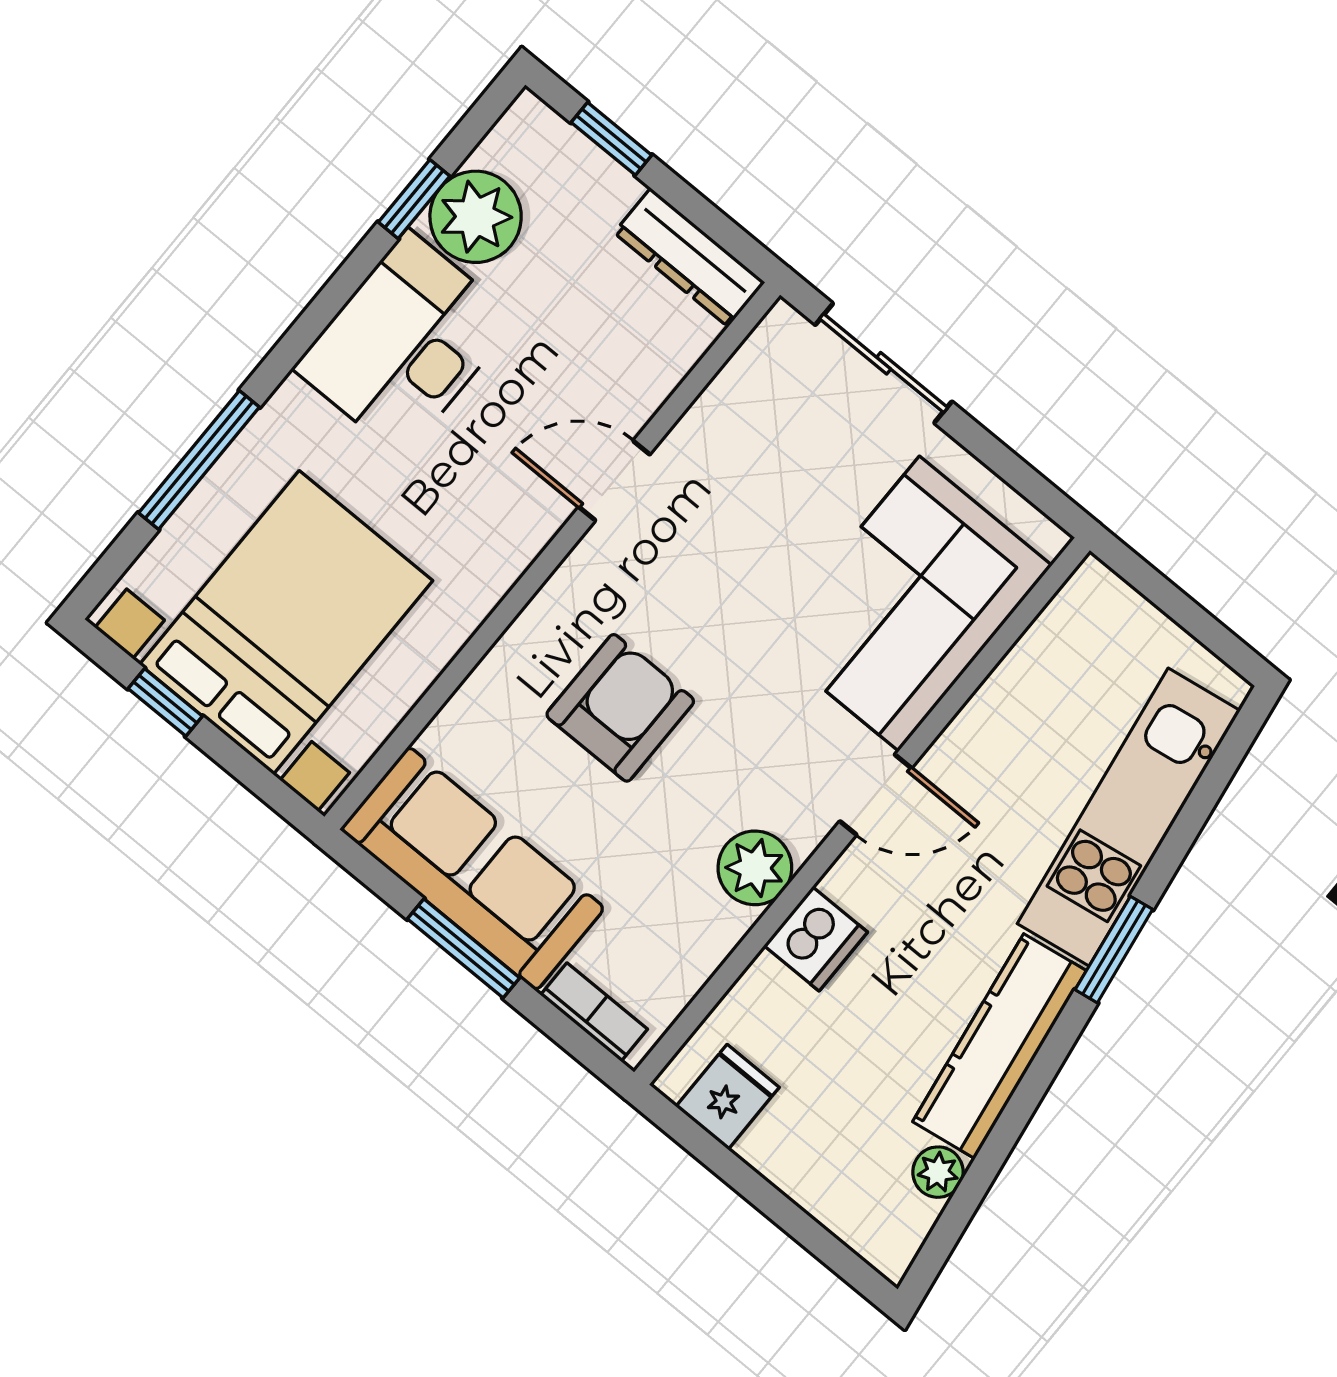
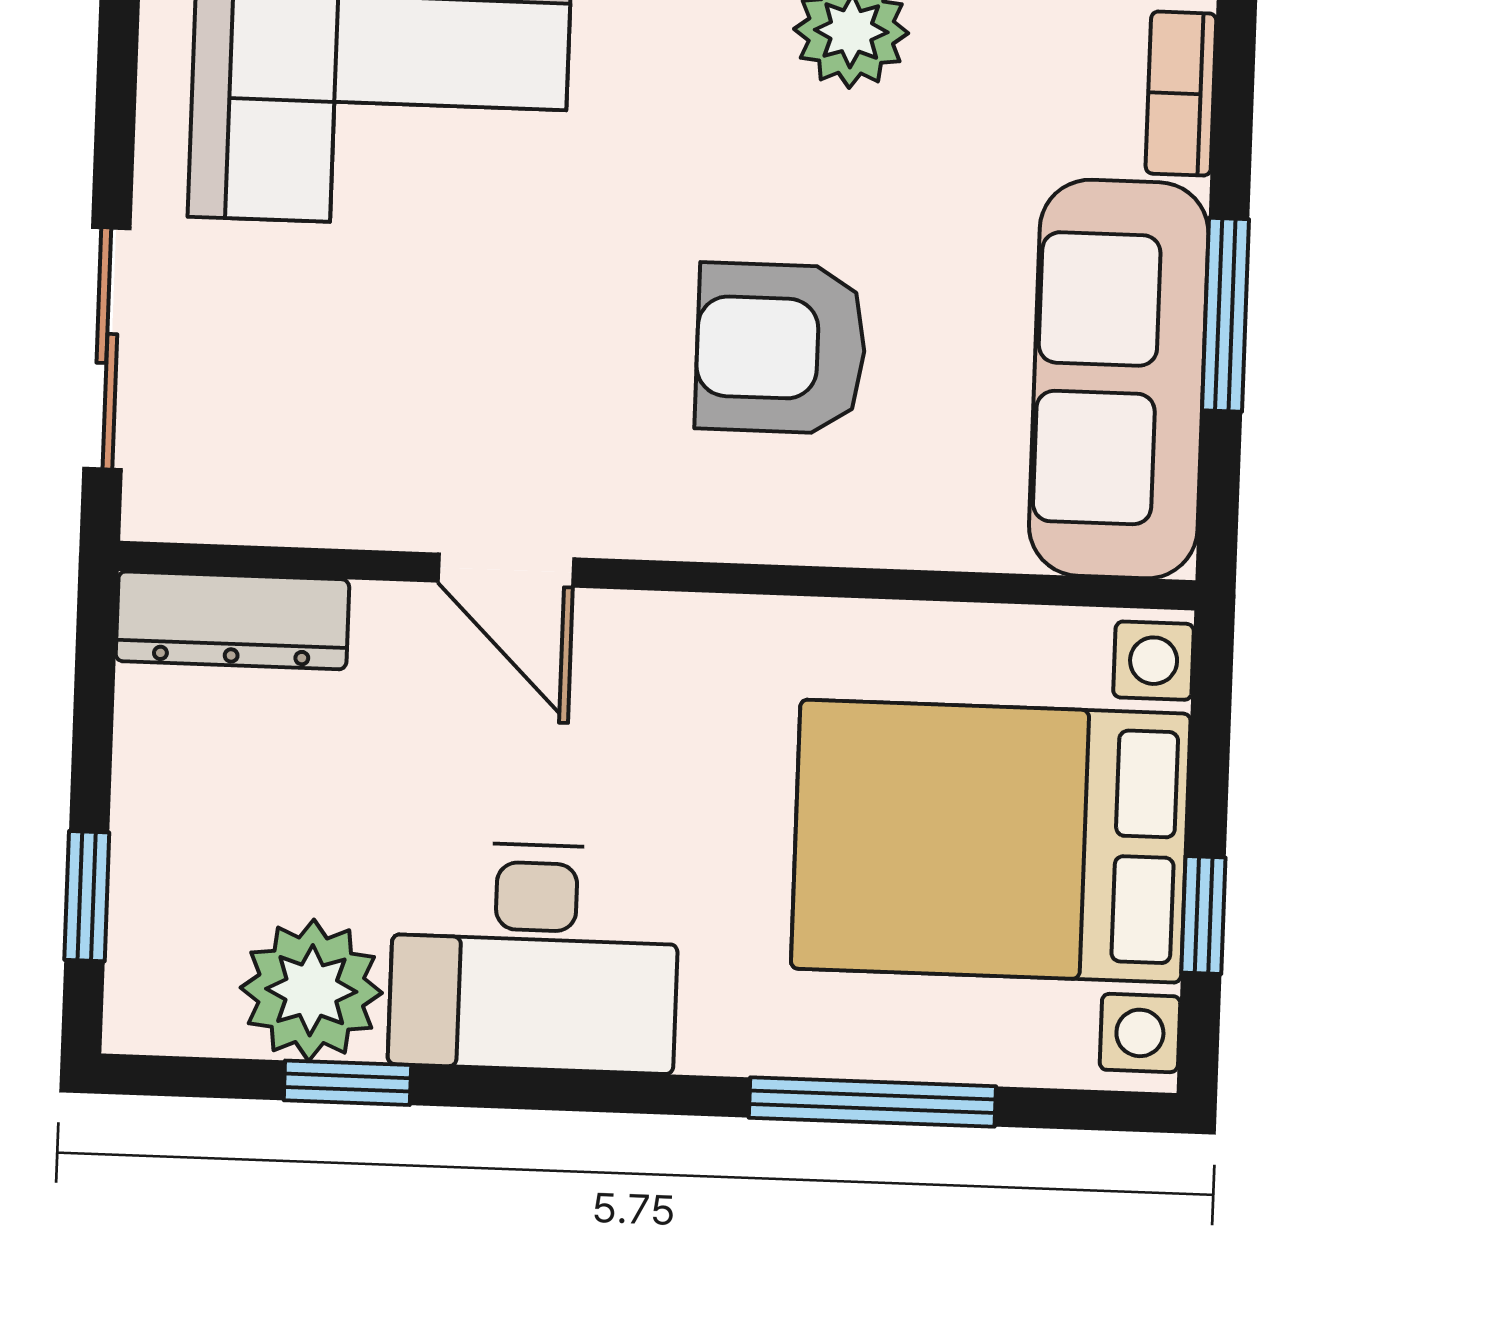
dresser: (689, 257) -> (232, 620), moved, turned 90

